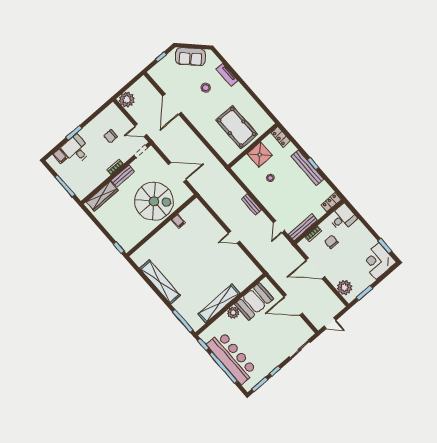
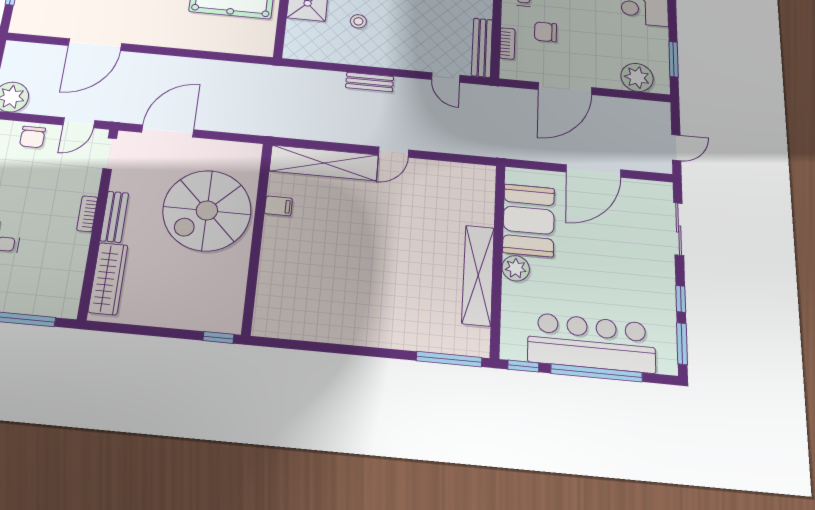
door: (172, 104) -> (95, 45), hinge flipped
chair: (110, 136) -> (32, 137), moved
door: (177, 172) -> (168, 131), moved
spiral stairs: (154, 201) -> (207, 210), turned 180
shelving: (160, 282) -> (324, 163), moved

